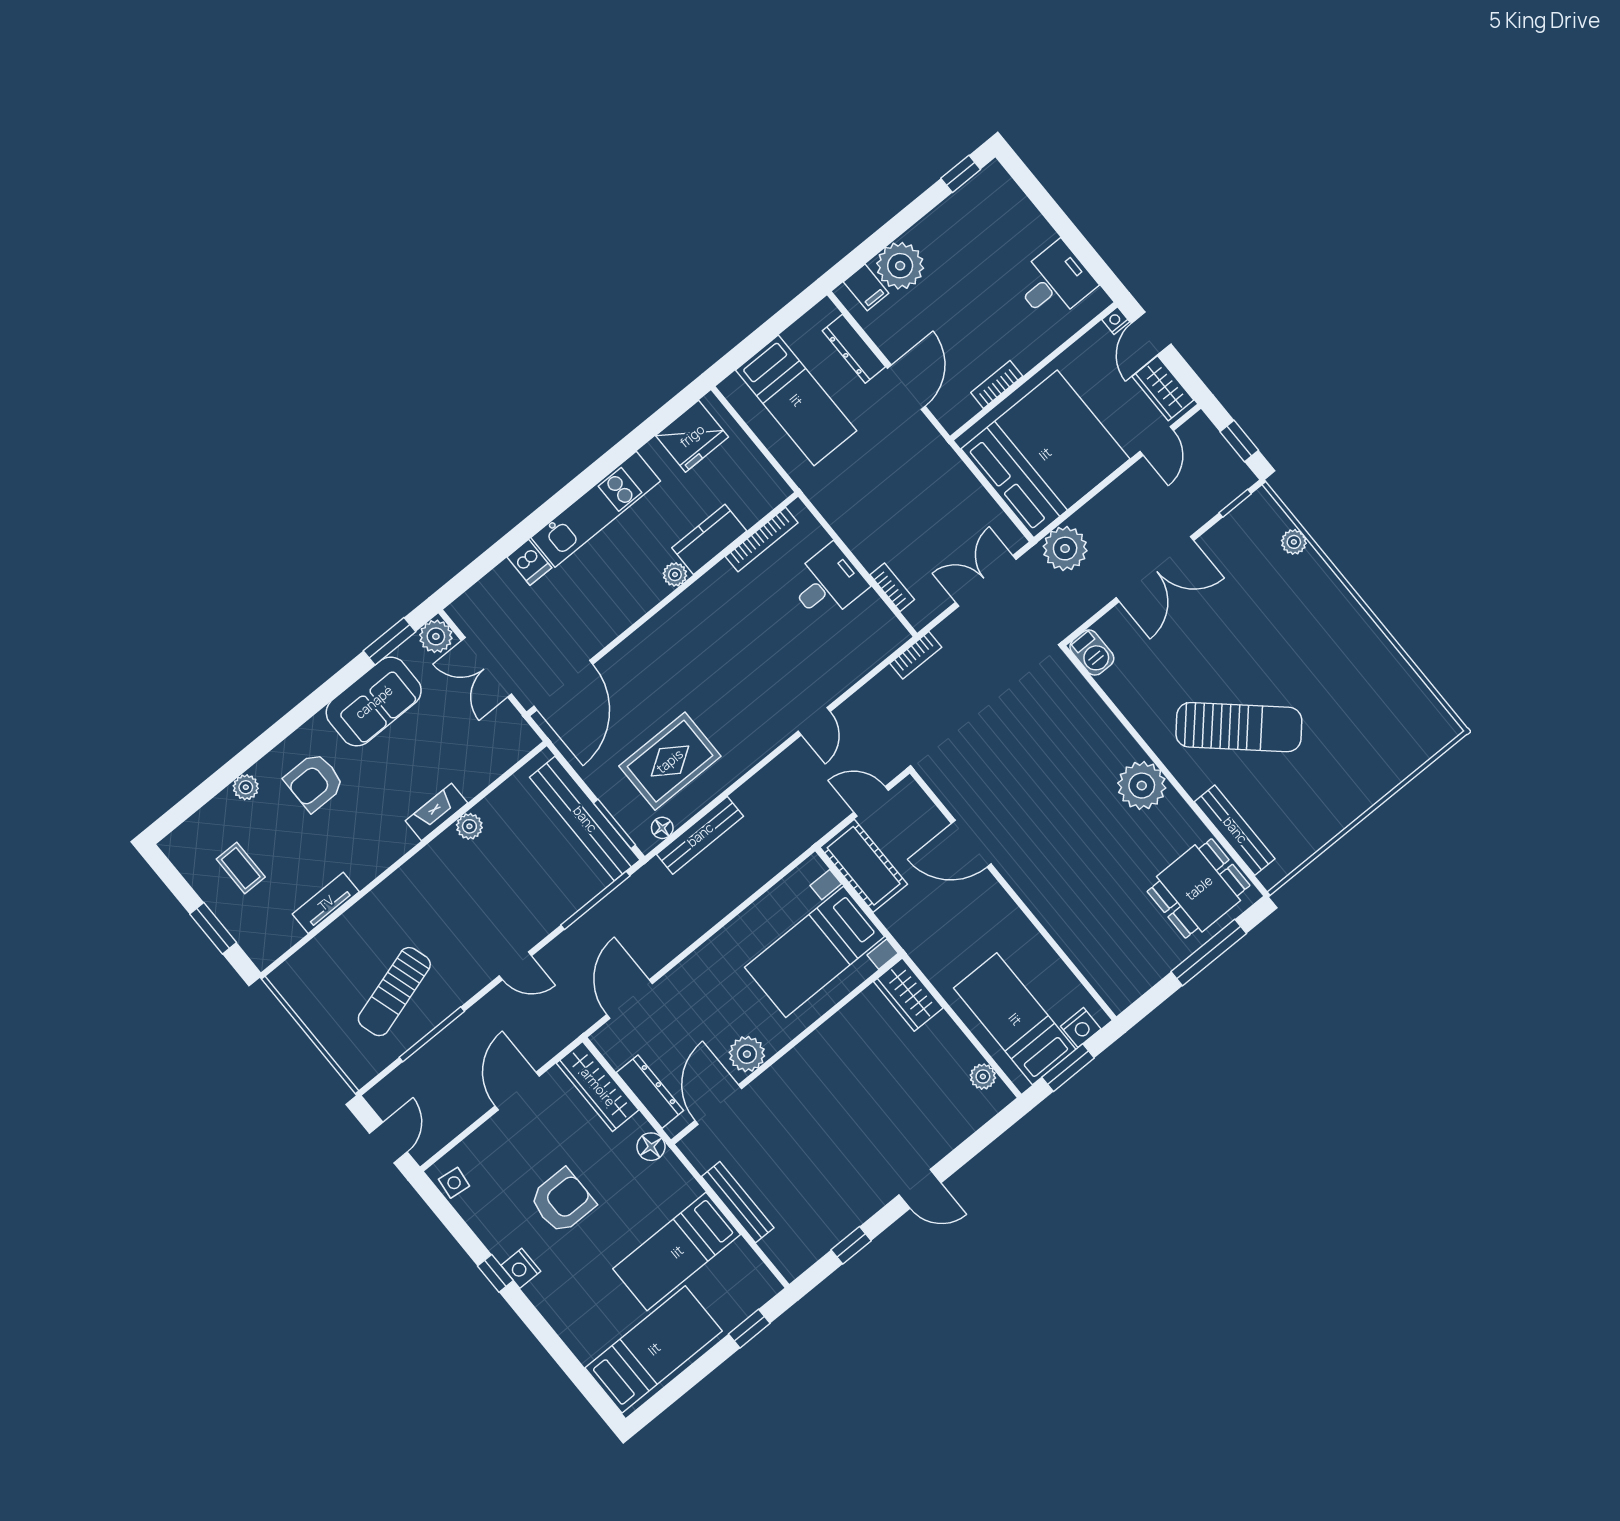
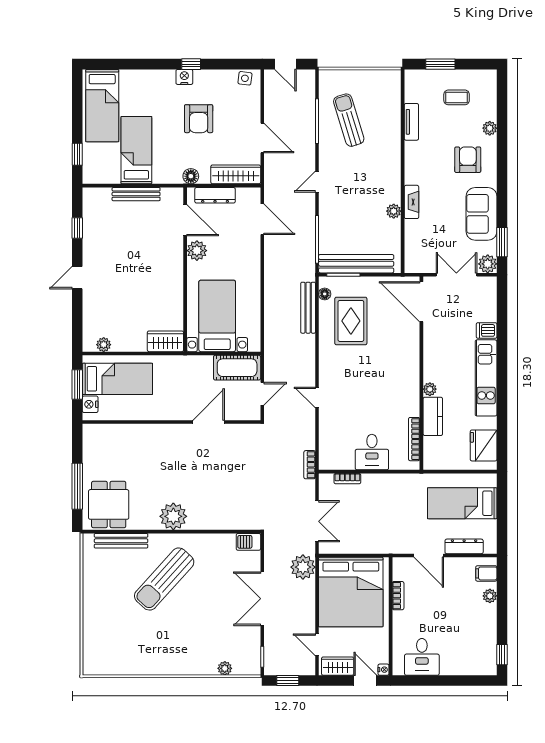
plant: (900, 266) -> (490, 596), width x0.53, depth x0.53

